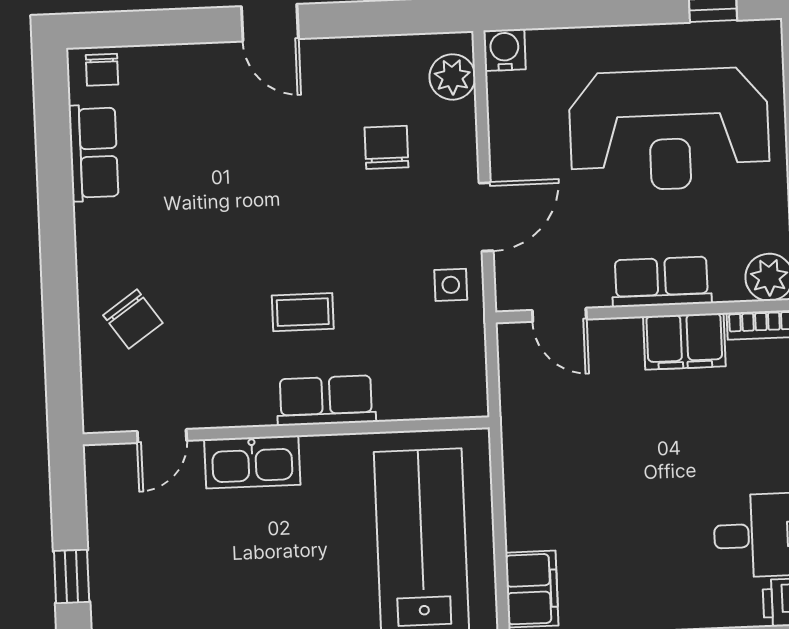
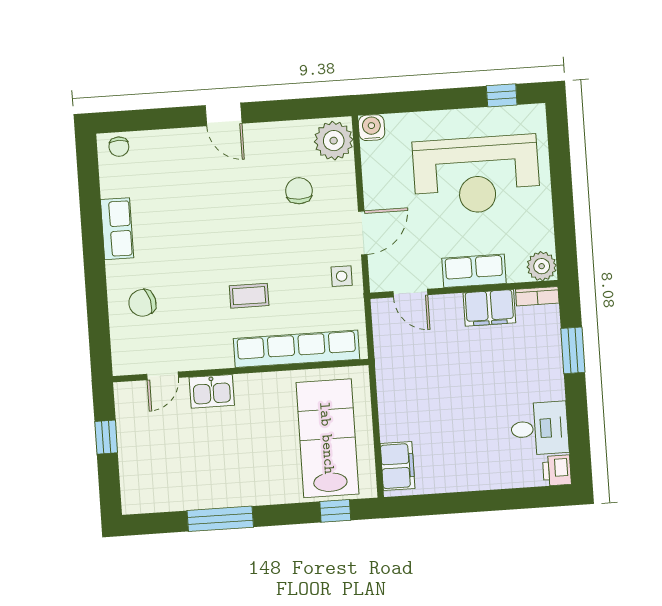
plant: (452, 77) -> (334, 141), width x1.36, depth x1.36
row of seats: (94, 153) -> (117, 229), moved
chair: (133, 319) -> (142, 303), turned 111
row of seats: (326, 401) -> (296, 349), width x2.02
kitchen sink: (252, 462) -> (212, 391), width x0.73
window: (72, 576) -> (106, 437), moved

